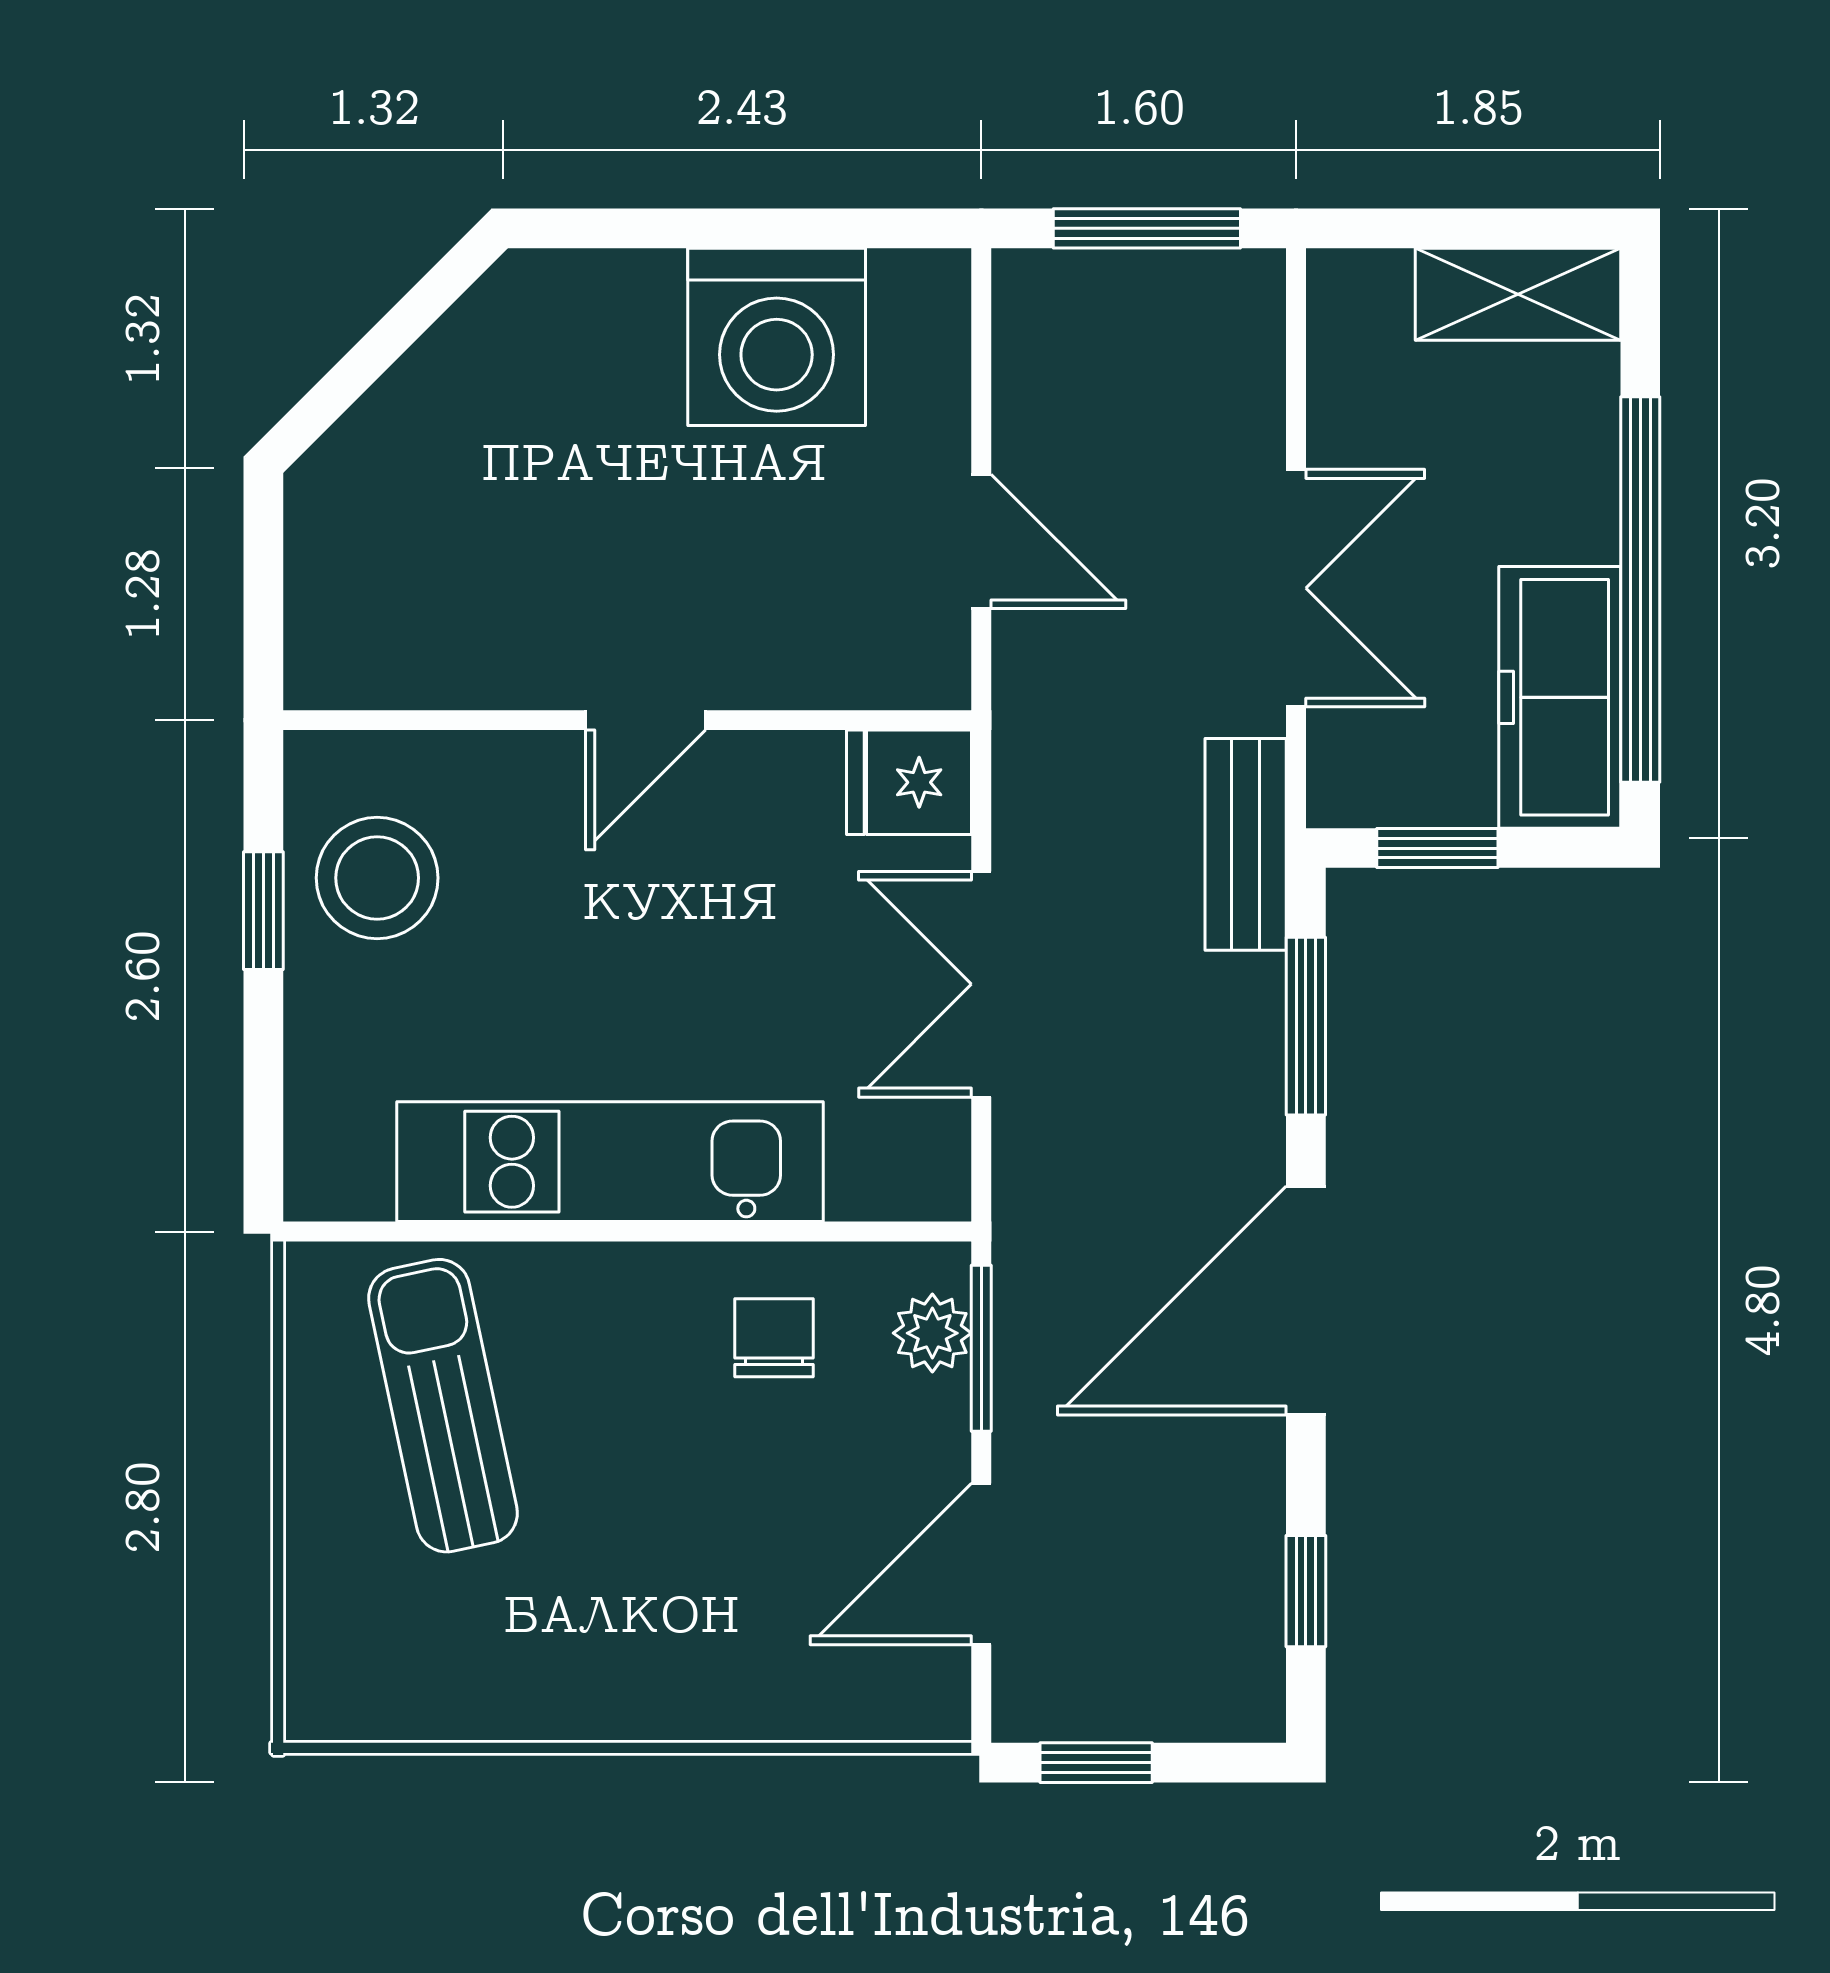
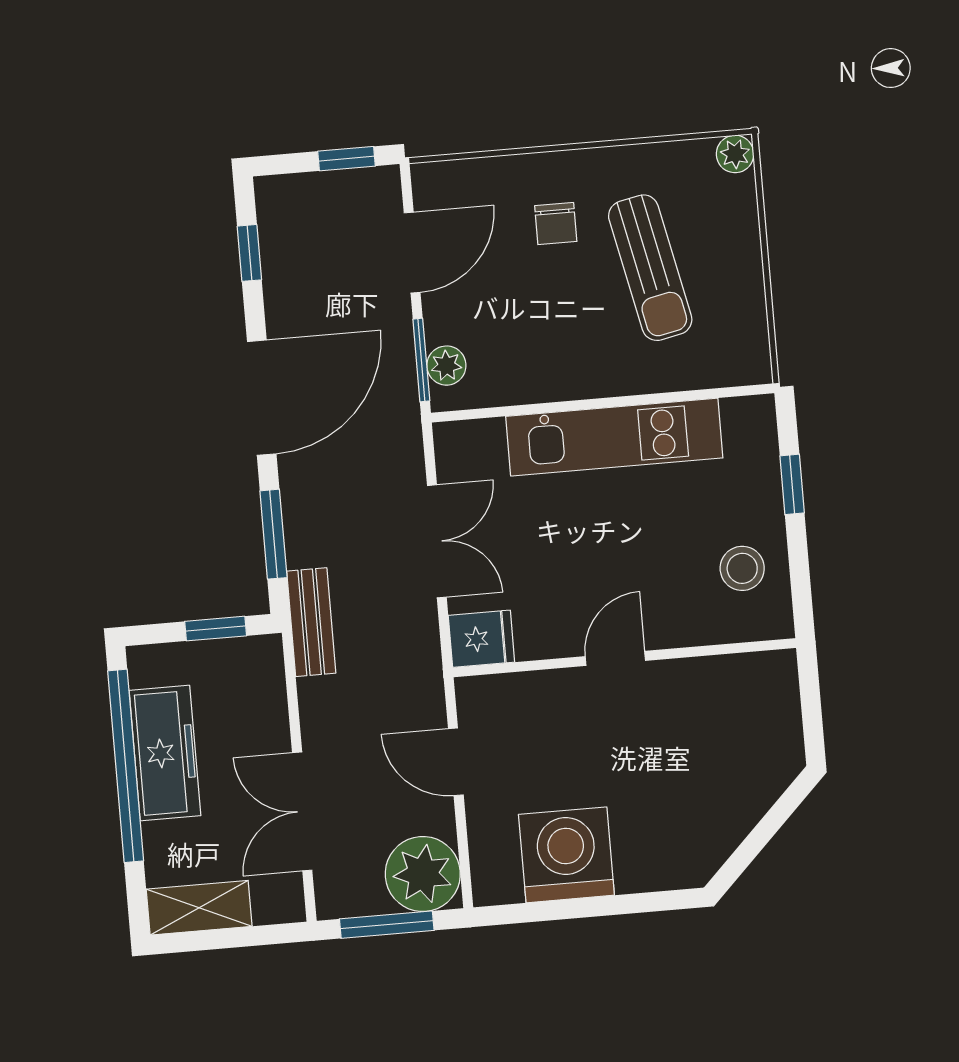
plant: (1066, 323) -> (423, 874), added
double door: (1296, 588) -> (302, 811), moved
freezer: (1560, 697) -> (165, 753), moved
stool: (377, 878) -> (742, 568), width x0.73, depth x0.73
window: (263, 911) -> (792, 484), moved
chair: (774, 1338) -> (556, 224), moved
sun lounger: (443, 1406) -> (650, 268), moved
plant: (321, 1705) -> (735, 154), added

